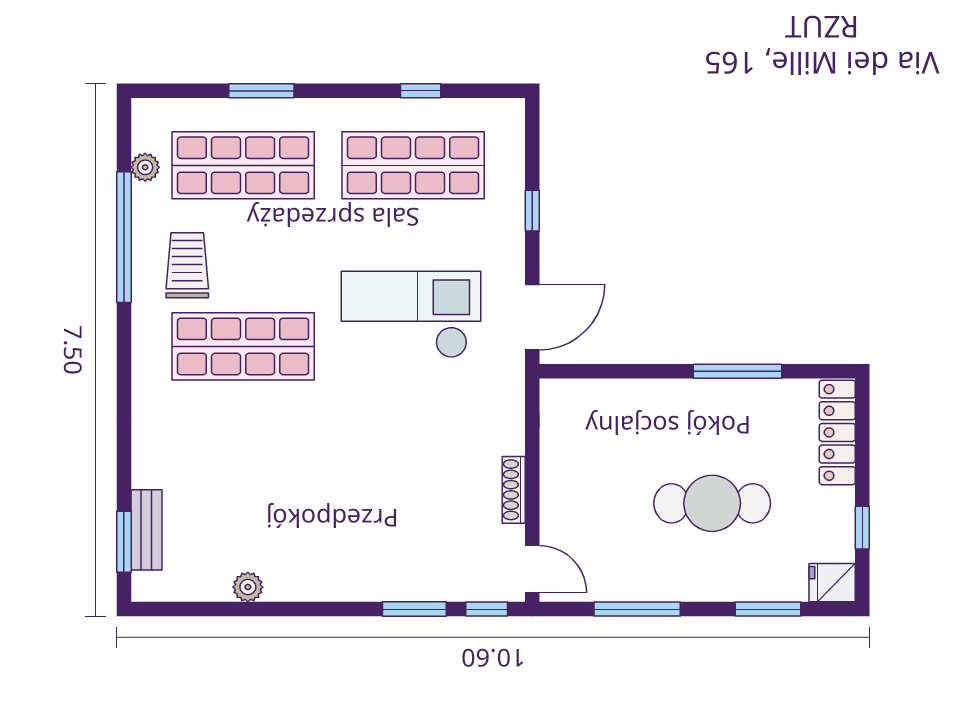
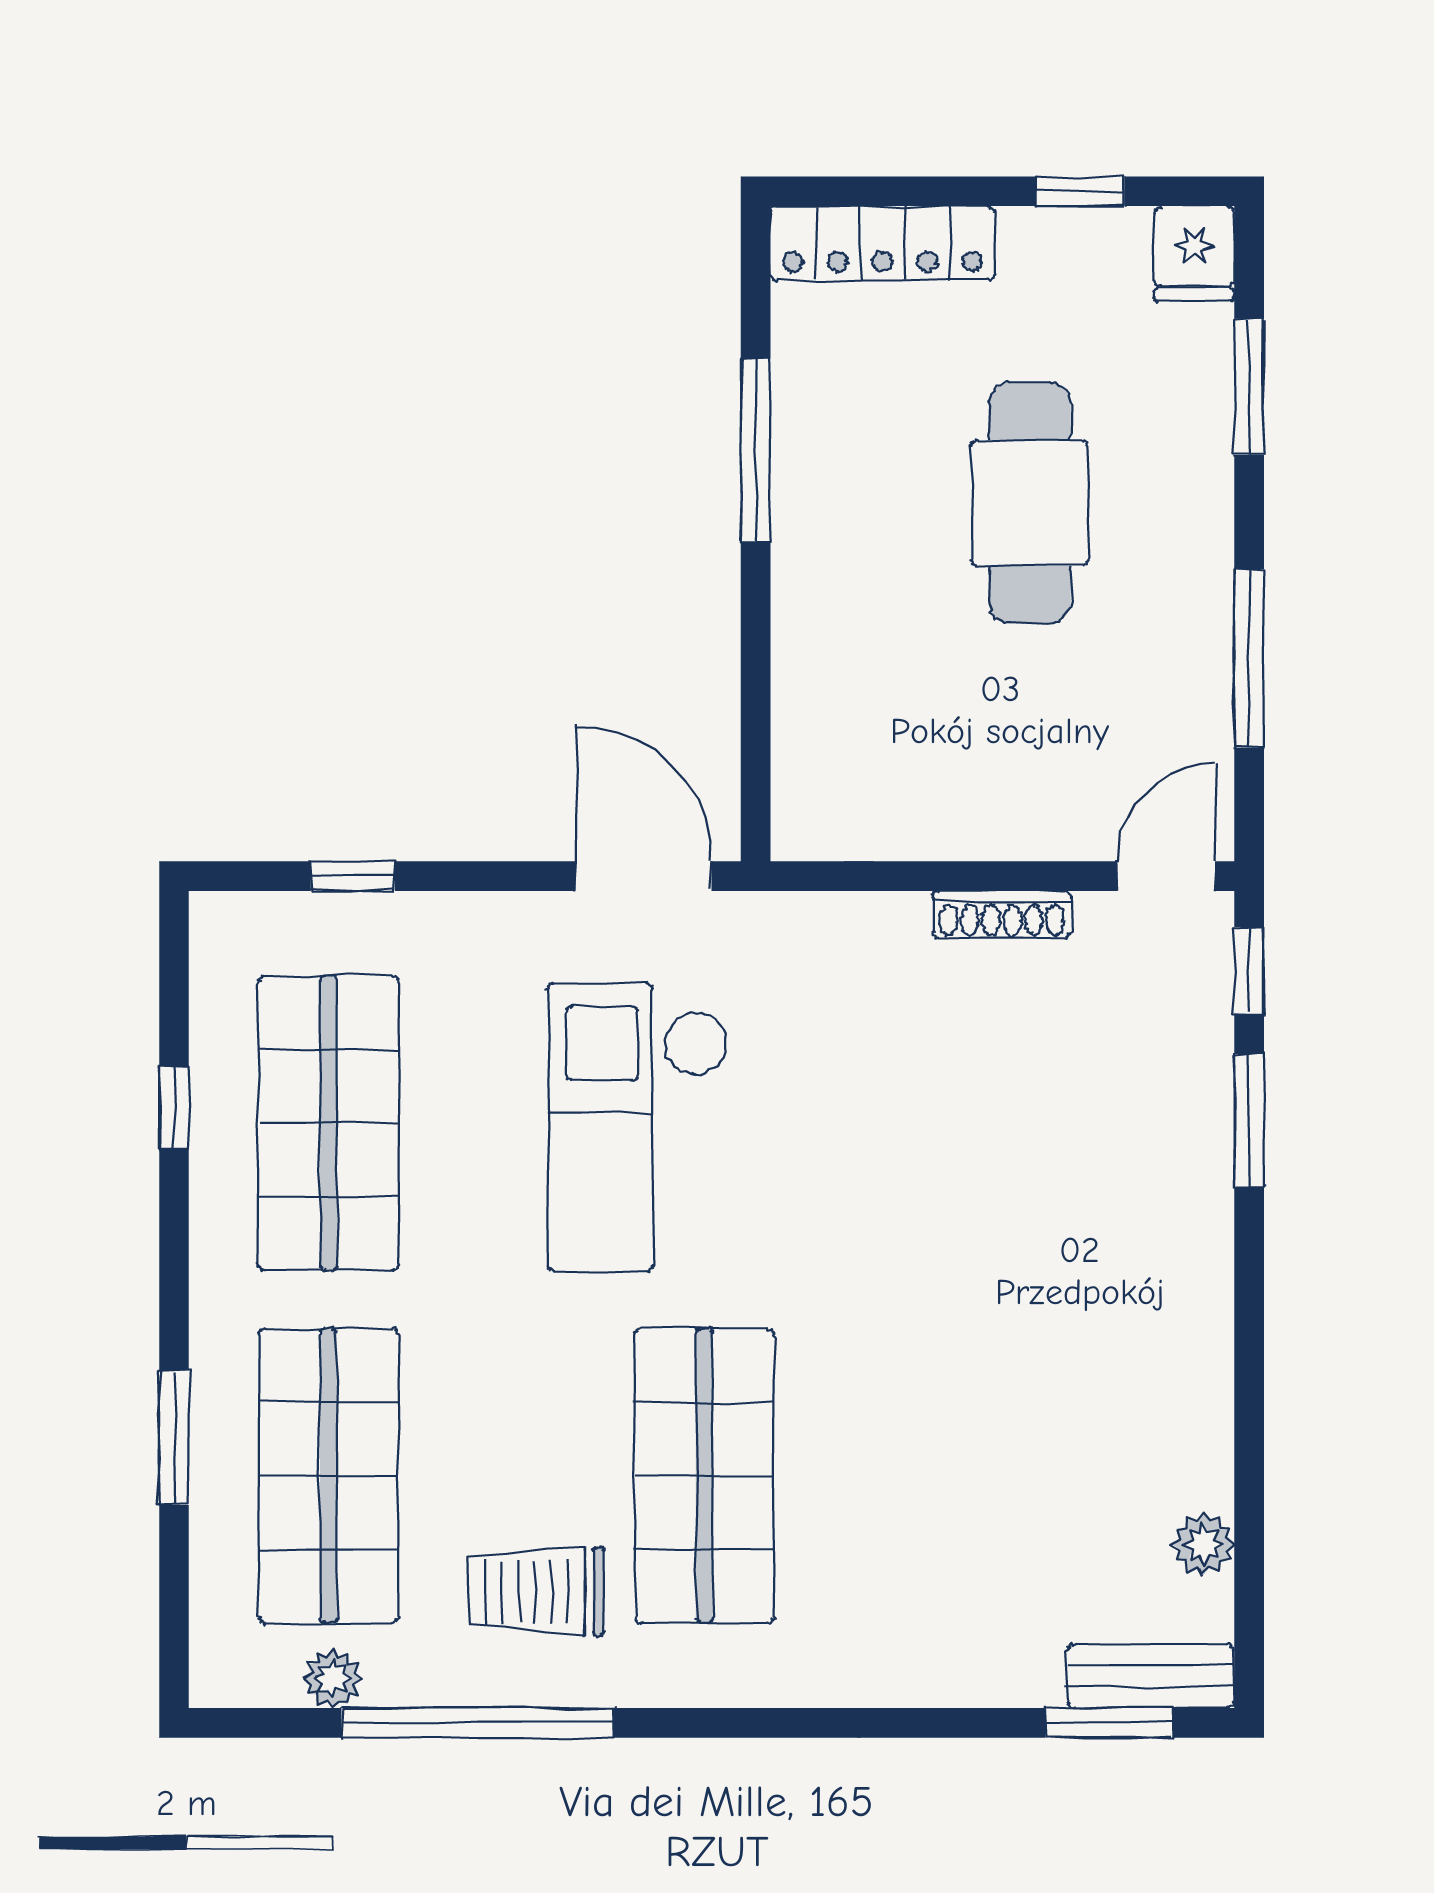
window: (532, 211) -> (353, 876), moved
bench: (146, 530) -> (1151, 1676), moved
plant: (248, 587) -> (1203, 1544), moved

